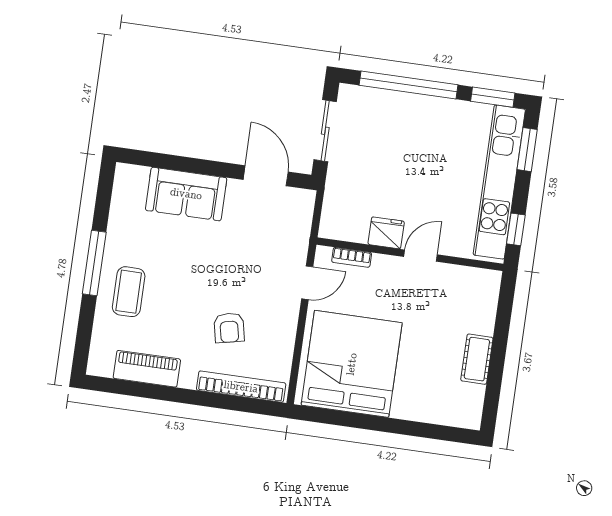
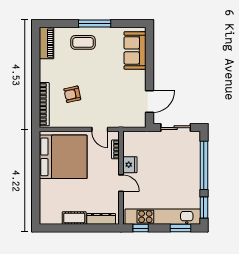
sofa: (186, 194) -> (135, 50), moved
dresser: (486, 305) -> (101, 219), added
piano: (147, 369) -> (46, 43), moved

